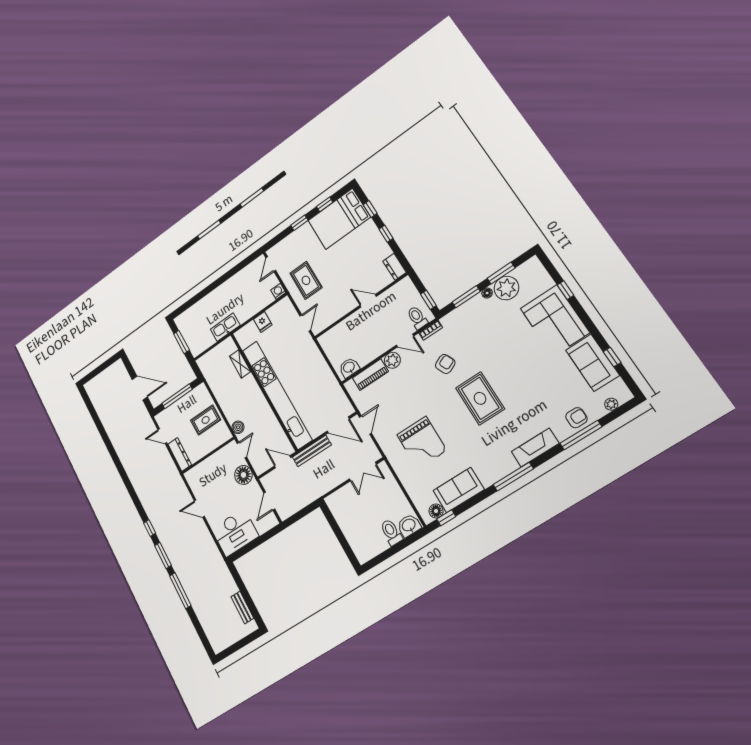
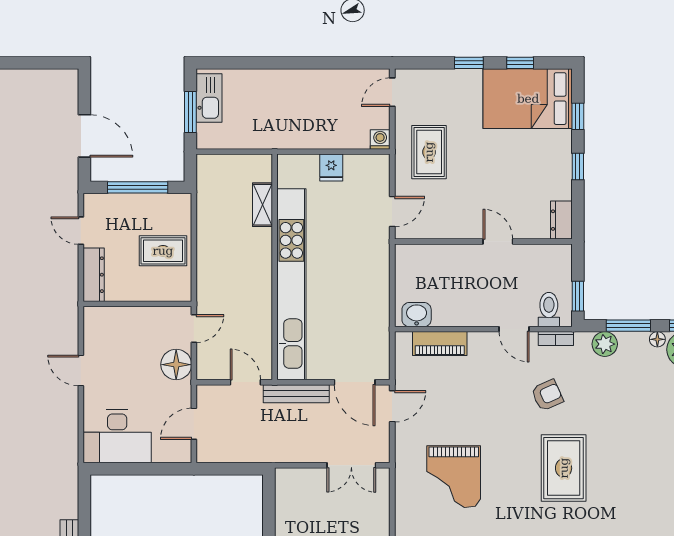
kitchen sink: (225, 327) -> (209, 98), moved, turned 90
plant: (392, 360) -> (605, 344), moved
boiler: (238, 427) -> (207, 293), removed

